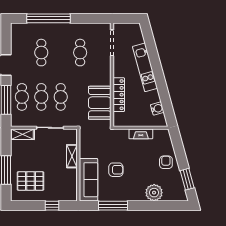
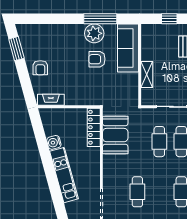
locker: (119, 95) -> (94, 127), moved
water cooler: (157, 108) -> (54, 142), moved
fireplace: (141, 134) -> (51, 100), moved
plant: (154, 193) -> (94, 33), moved

